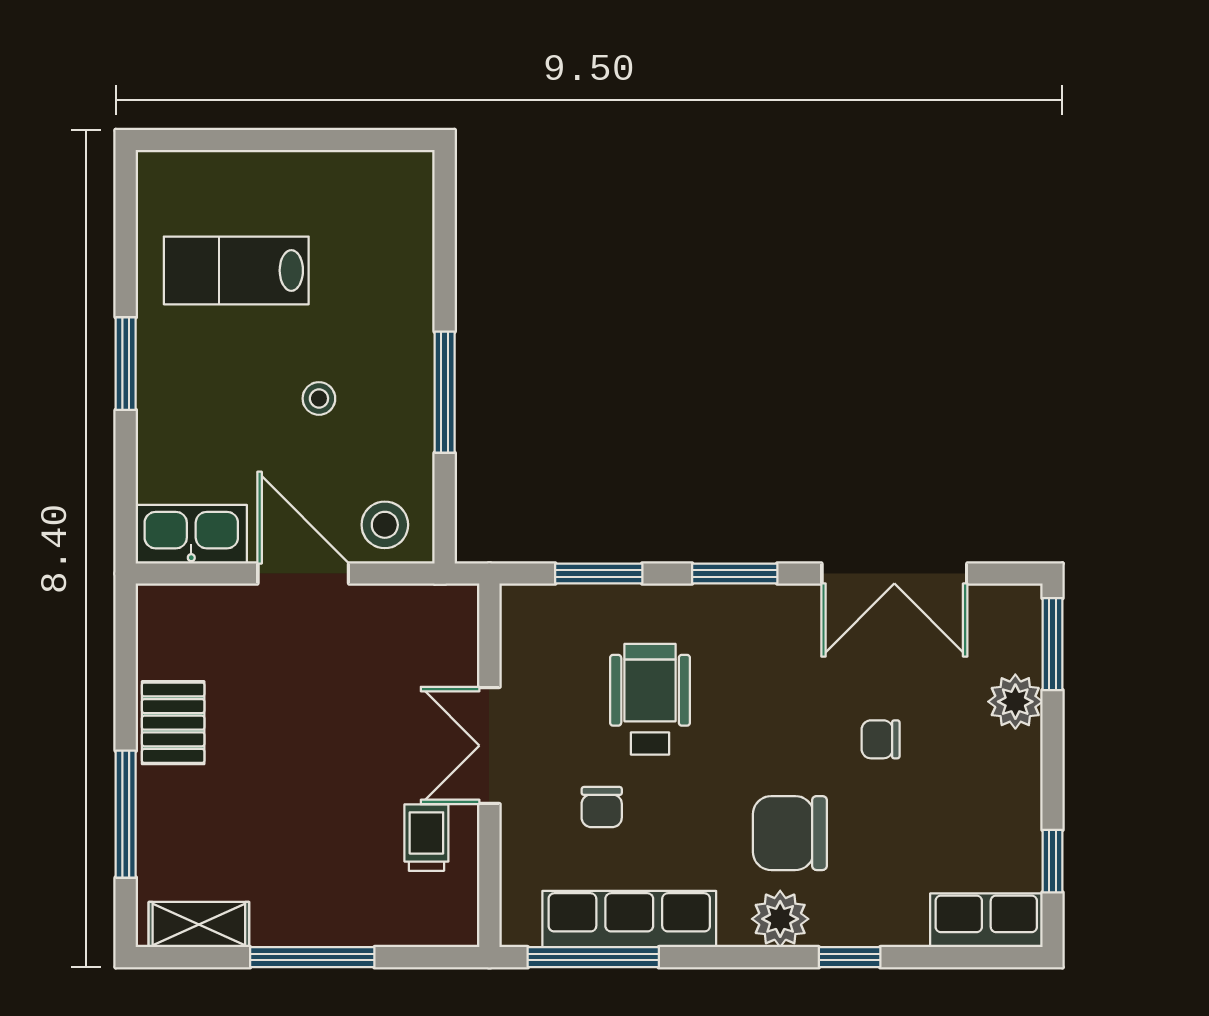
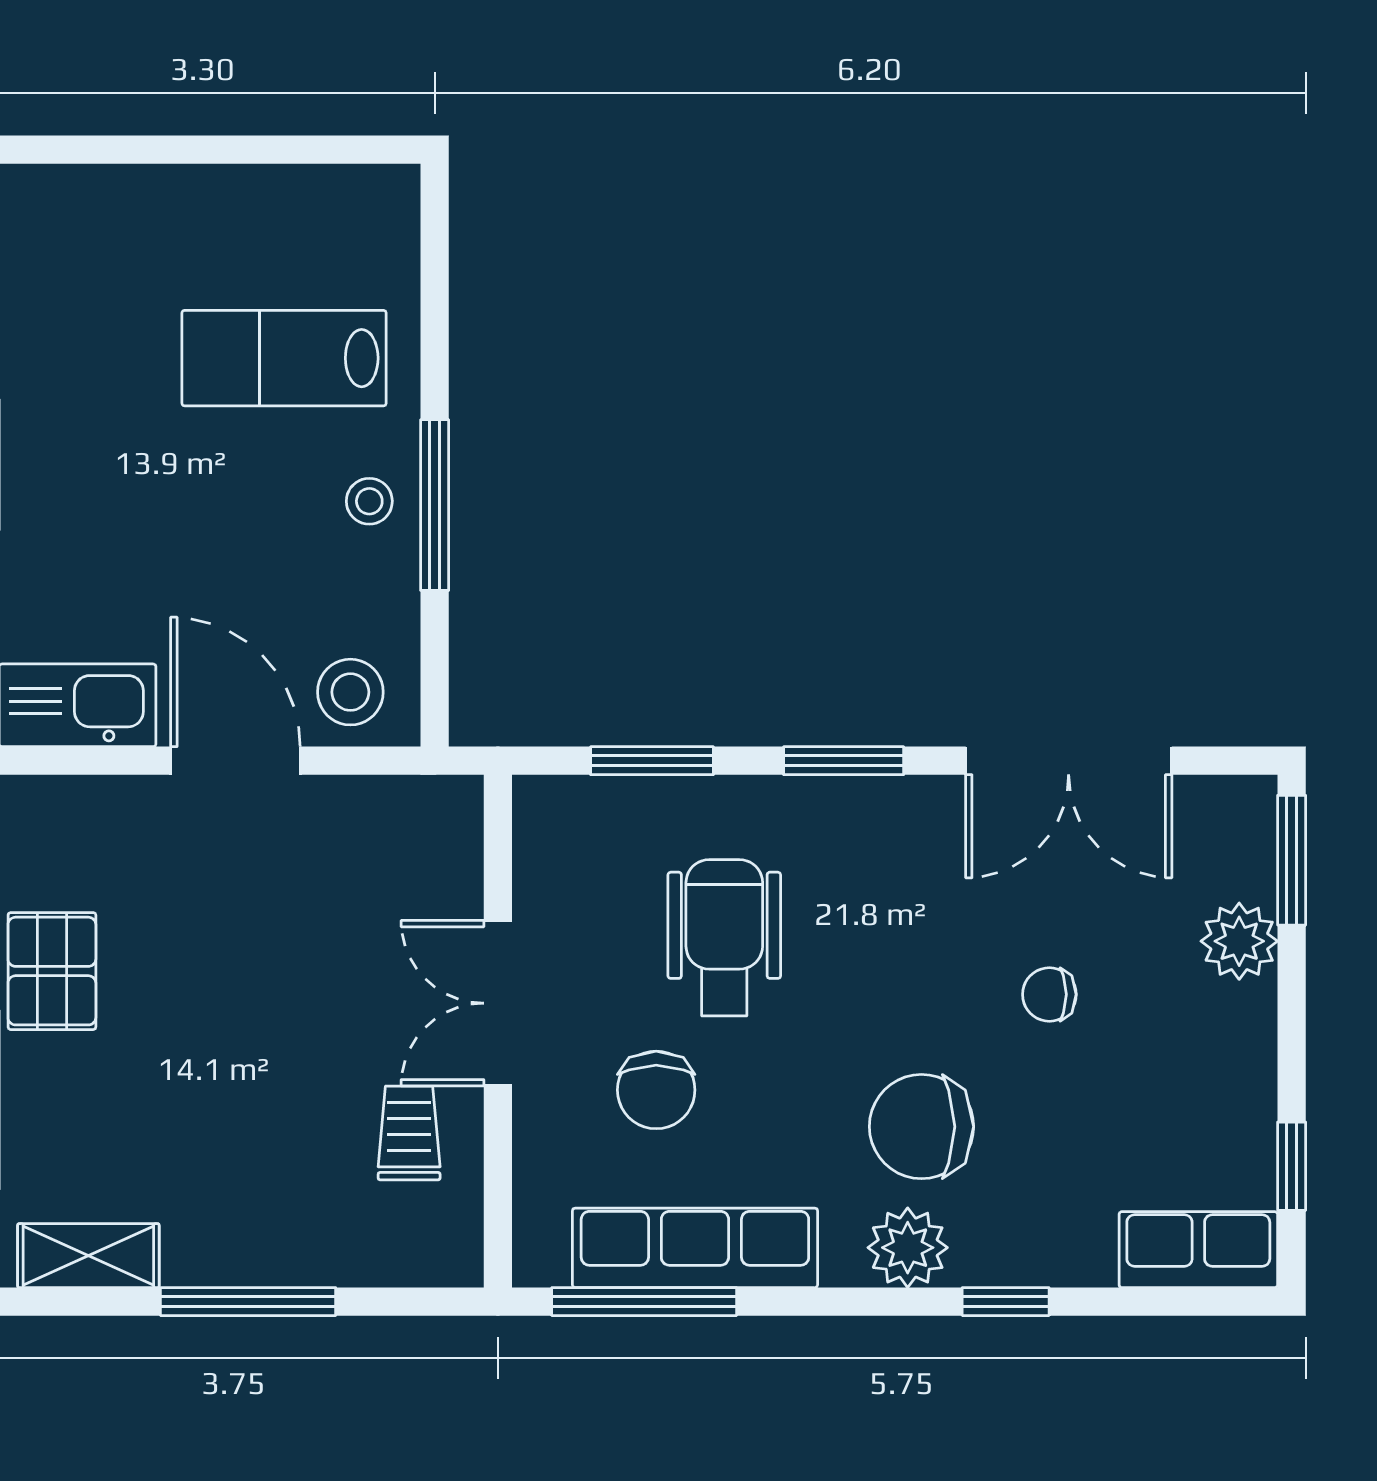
lab bench: (236, 270) -> (284, 358), moved
stool: (319, 398) -> (369, 501), moved
chair: (602, 807) -> (656, 1090), width x1.37, depth x1.37

